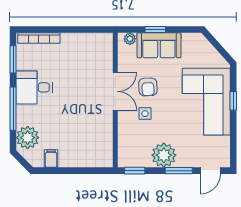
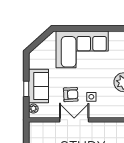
window: (233, 101) -> (81, 28), removed

